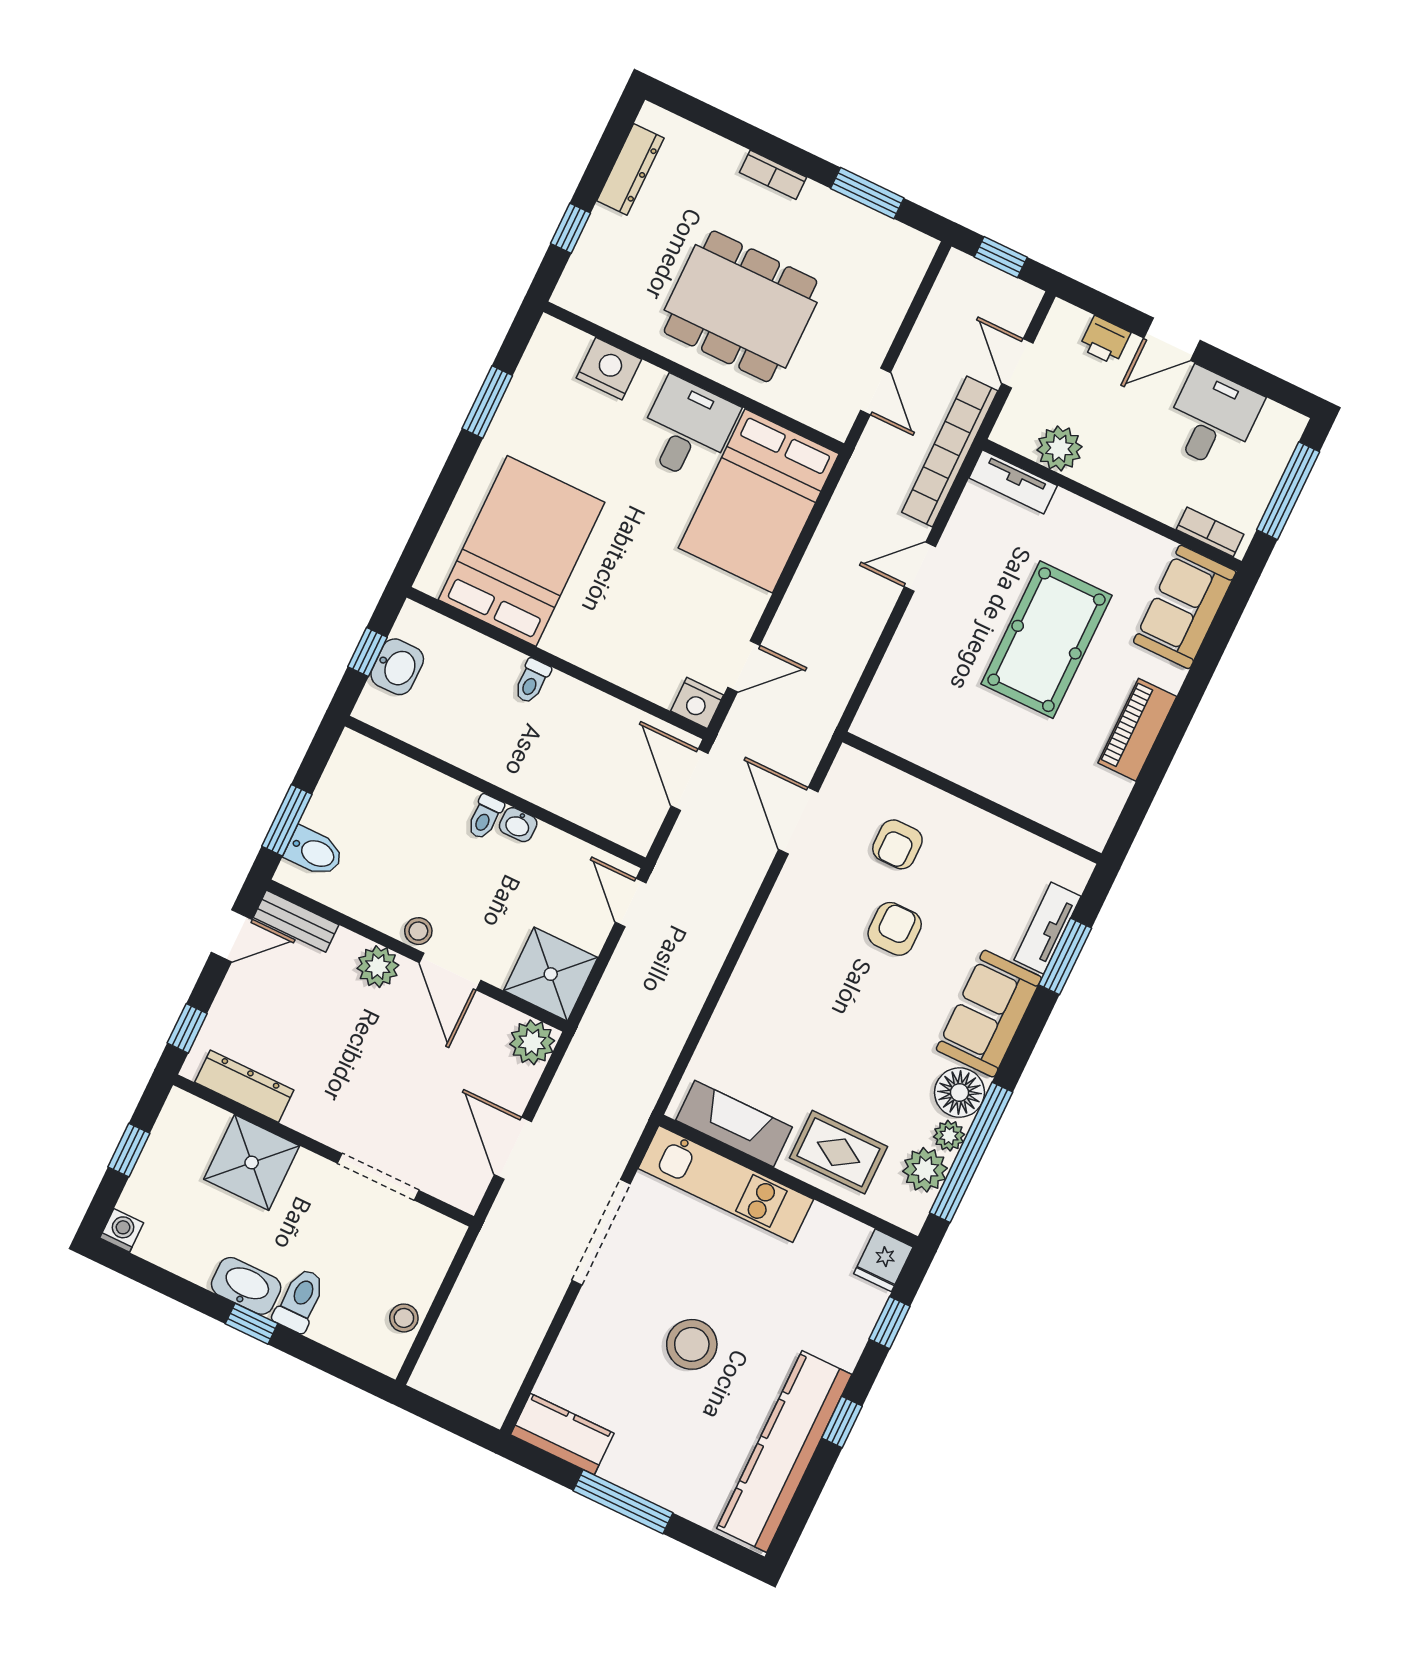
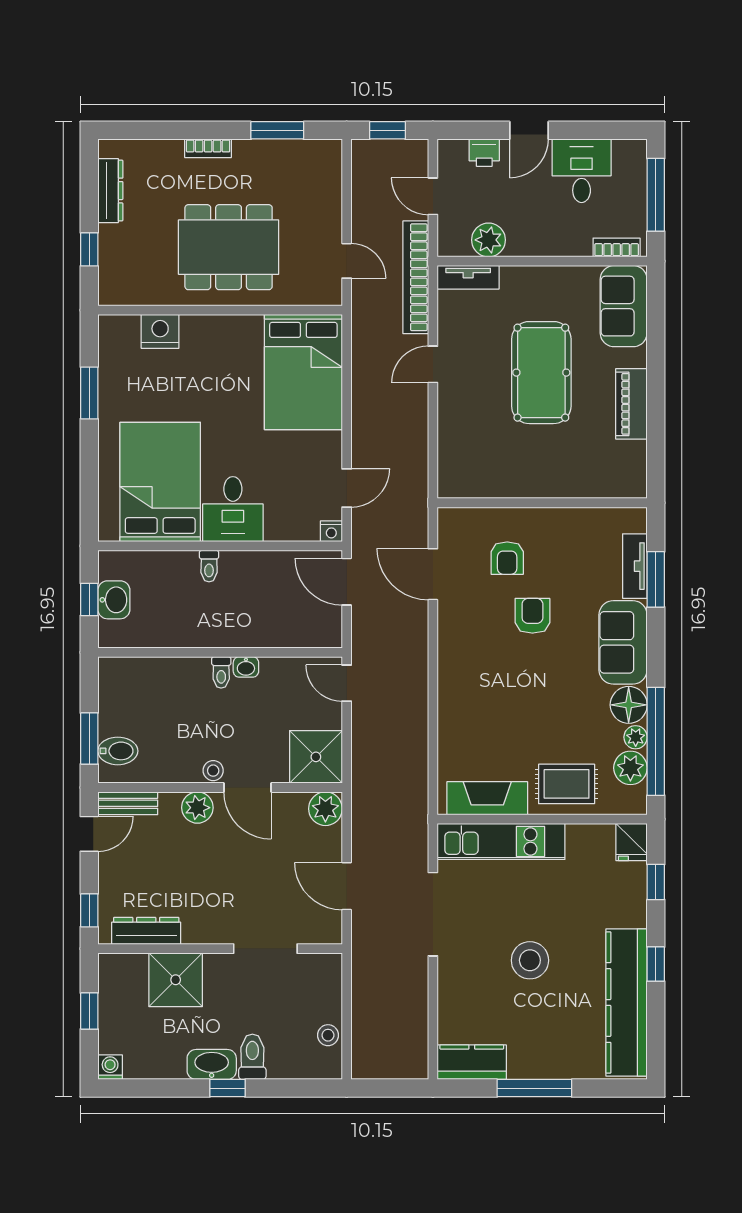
desk: (687, 429) -> (233, 509), moved, turned 180
nightstand: (697, 703) -> (331, 531), width x0.72, depth x0.74

